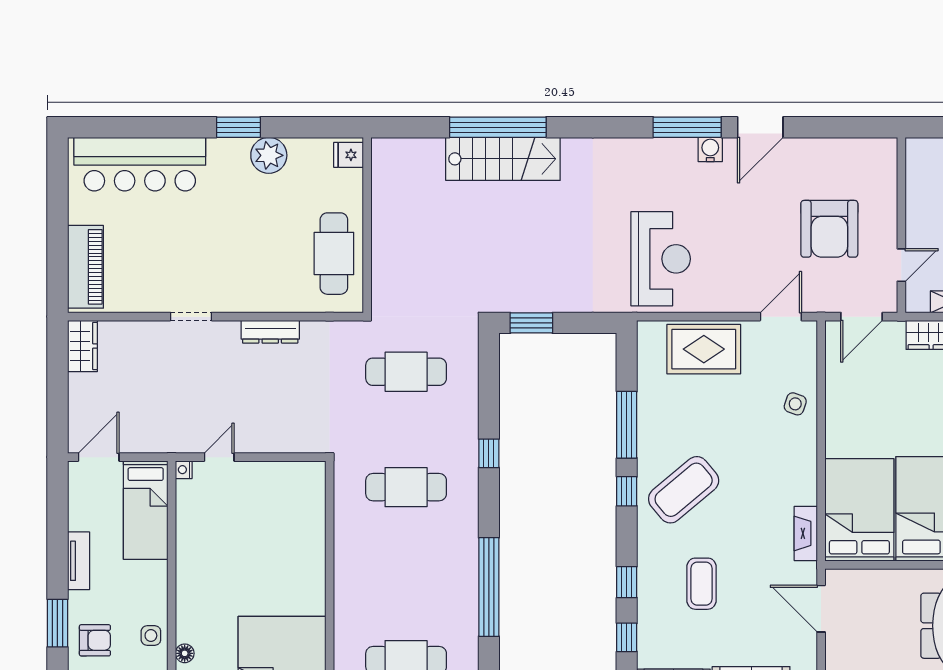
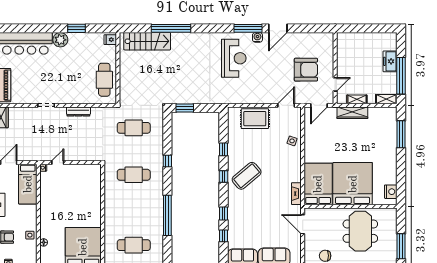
window: (238, 127) -> (76, 28), moved
plant: (269, 155) -> (60, 40), moved
stairs: (503, 159) -> (147, 41), moved
armchair: (829, 229) -> (306, 70), turned -90
reception desk: (661, 259) -> (234, 58), moved
window: (627, 425) -> (223, 149), width x0.46
coffee table: (702, 584) -> (254, 214), removed

